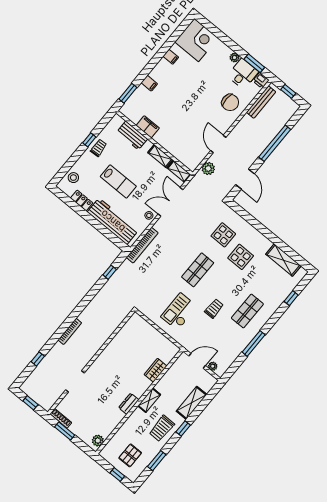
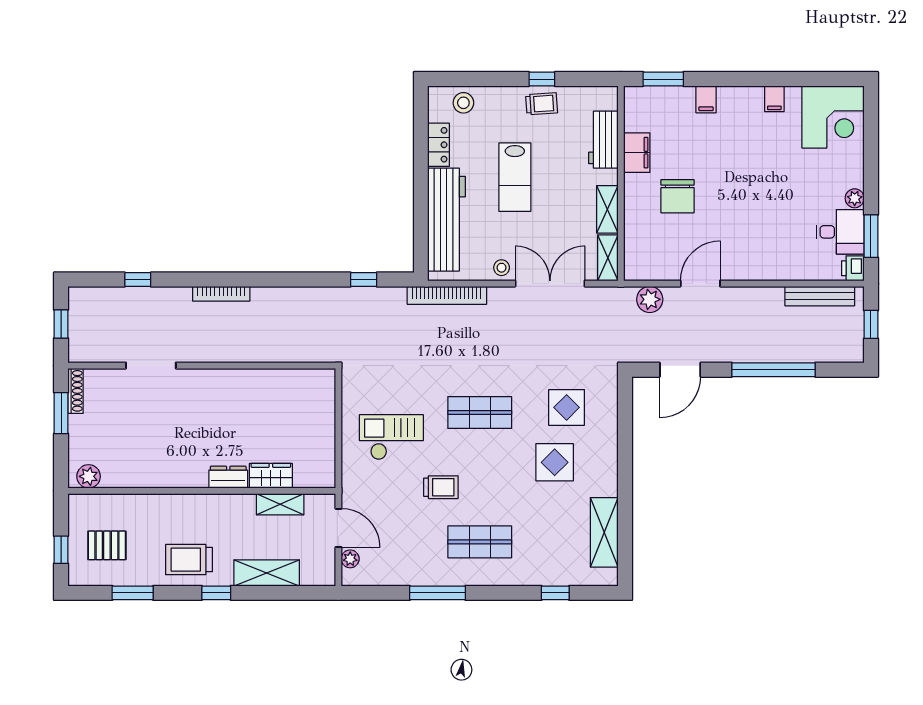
chair: (230, 102) -> (678, 196), moved
shelving: (149, 400) -> (280, 504), moved
dresser: (129, 404) -> (228, 477), moved

